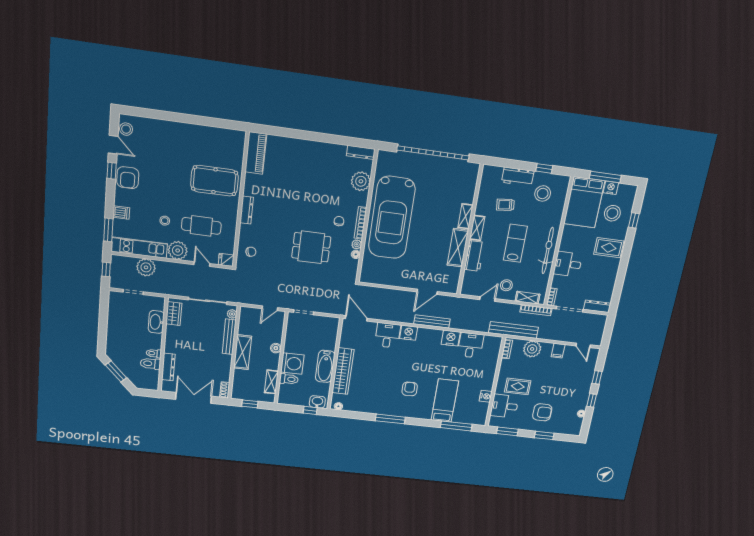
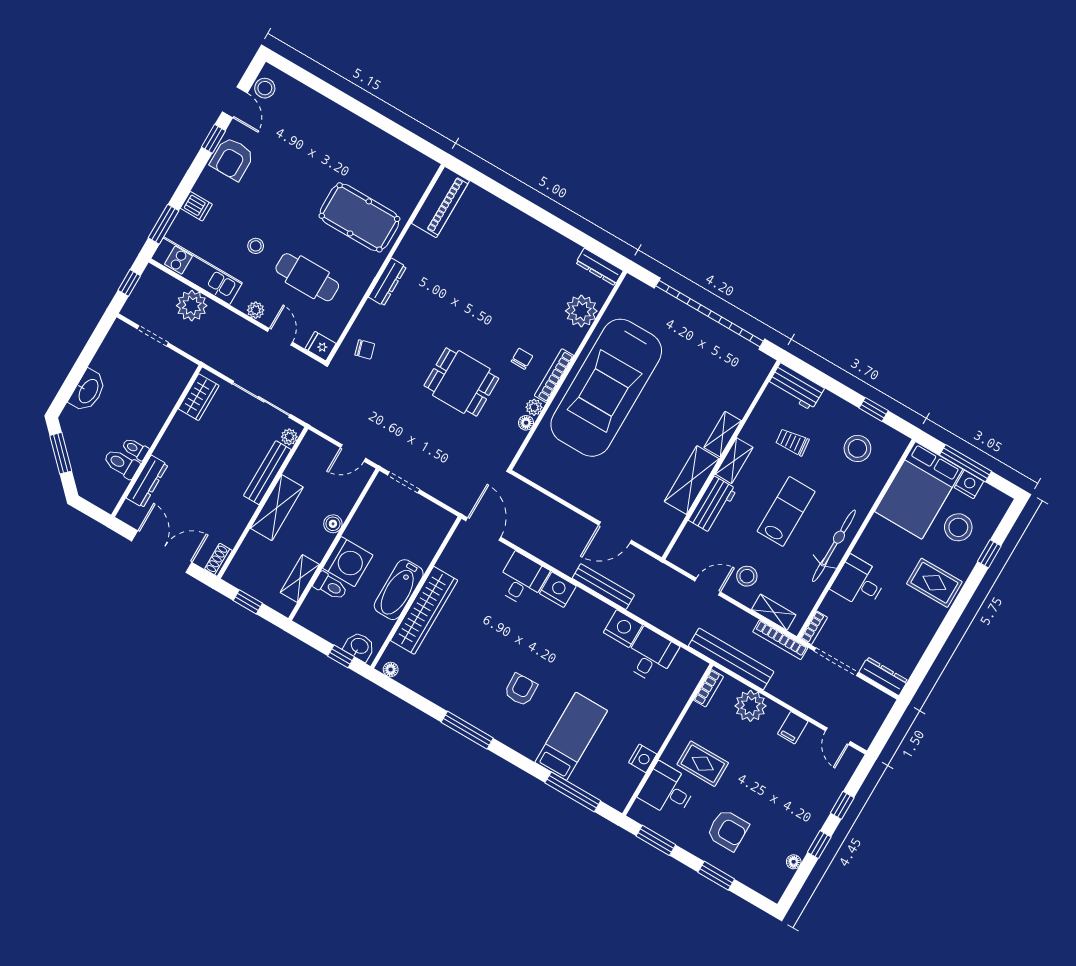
workbench: (518, 177) -> (796, 387), moved
plant: (178, 251) -> (256, 310), width x0.53, depth x0.53
washbasin: (156, 322) -> (88, 391), moved, turned 180

